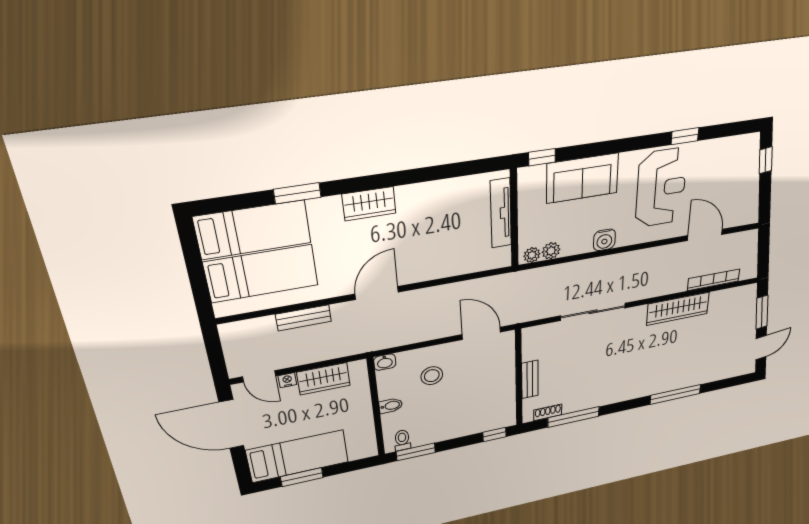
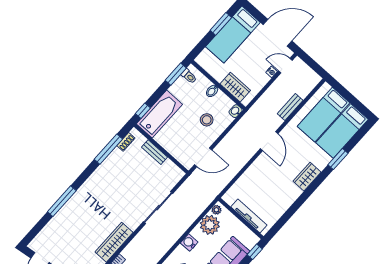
plant: (551, 251) -> (210, 225), width x1.88, depth x1.88
wardrobe: (323, 379) -> (235, 87), moved, turned 90
bathtub: (480, 419) -> (159, 114), added

